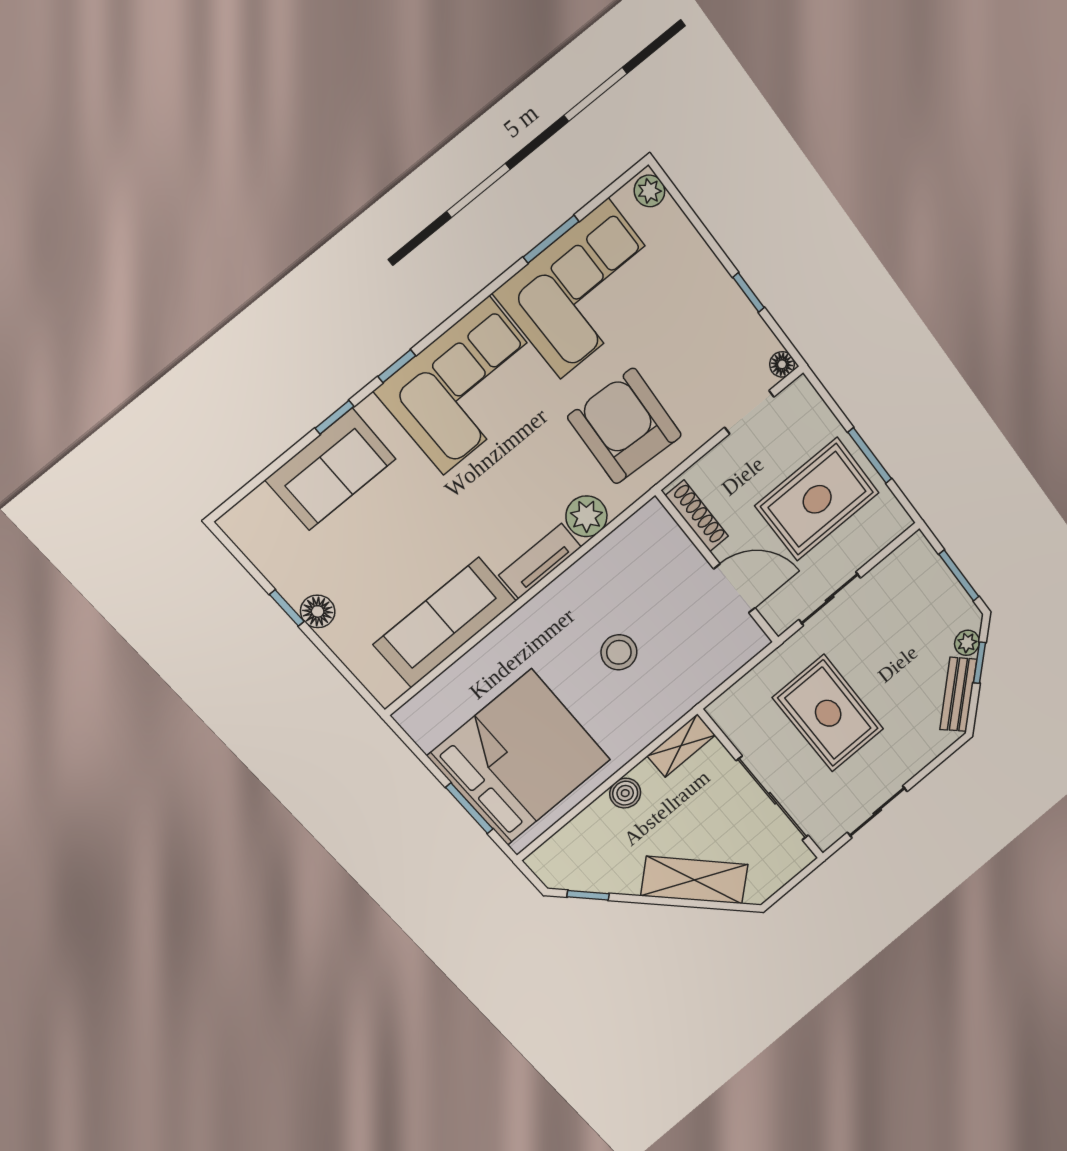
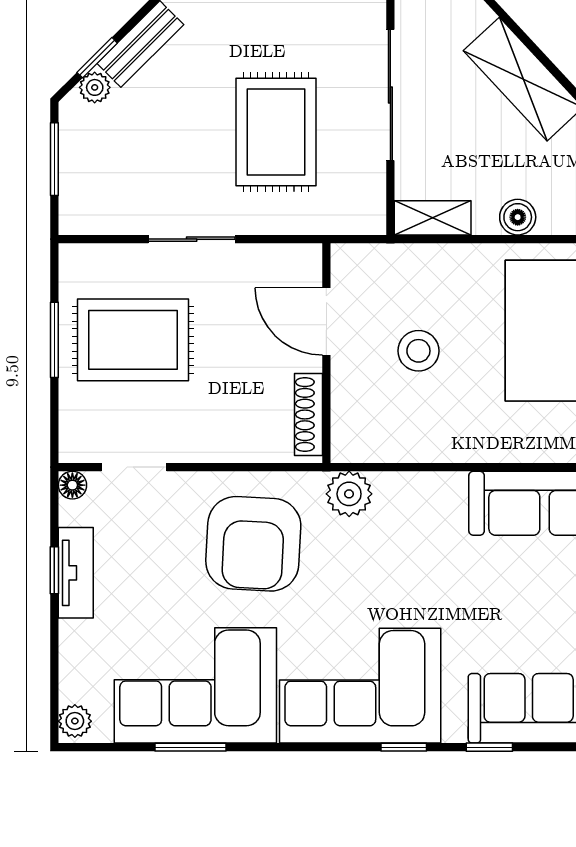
shoe rack: (697, 516) -> (308, 414), moved
tv unit: (540, 561) -> (76, 573), moved, turned -90
wall: (718, 567) -> (326, 353), moved
door: (734, 588) -> (326, 322), moved

